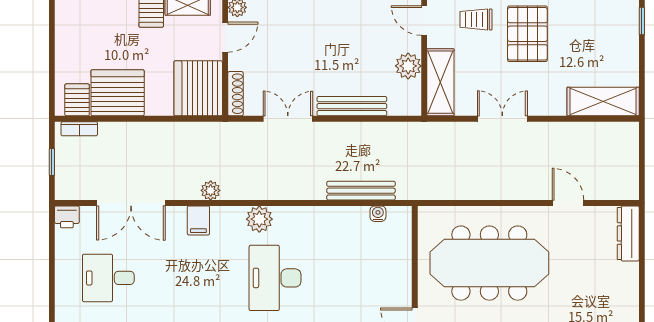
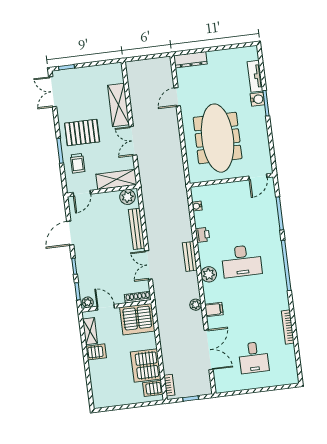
plant: (408, 66) -> (127, 197), moved
shelving: (603, 101) -> (118, 105), moved
bench: (361, 191) -> (190, 256), moved, width x0.73
printer: (67, 217) -> (202, 235), moved

